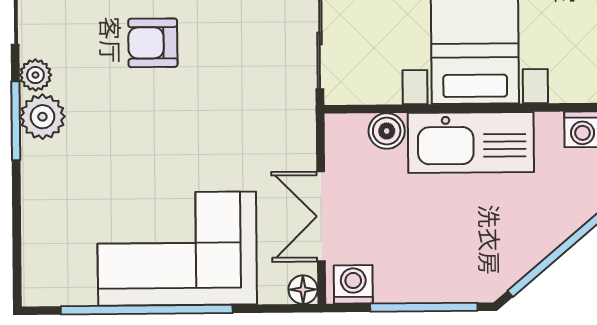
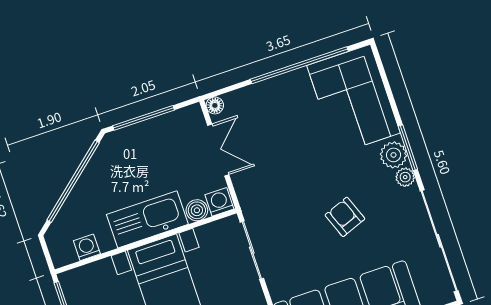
armchair: (153, 43) -> (345, 217), turned -111
corner sofa: (177, 249) -> (354, 99), moved, turned 90
washing machine: (353, 284) -> (219, 202), moved, turned 180

